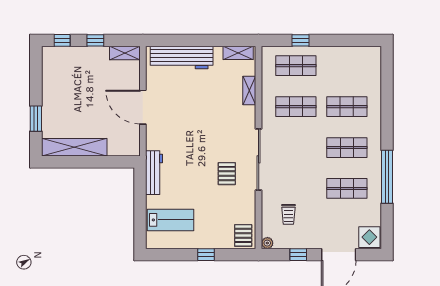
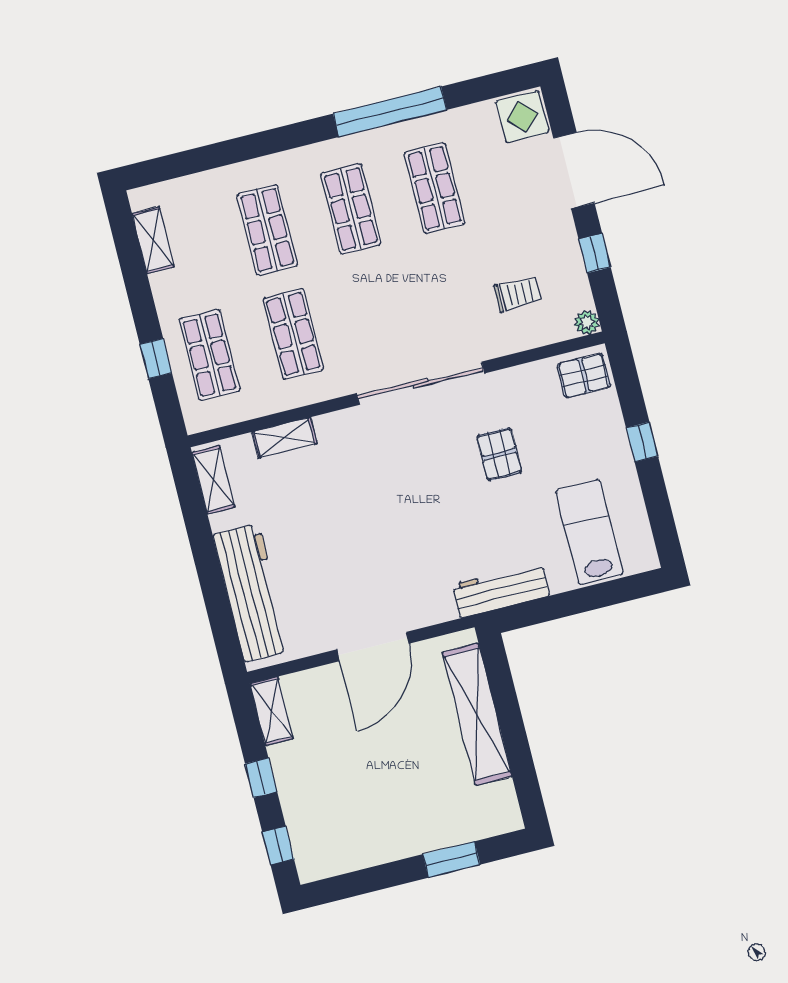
shelving: (355, 53) -> (153, 240), added
shelving: (74, 147) -> (477, 714), moved
pallet: (227, 174) -> (499, 454), moved, turned 90

